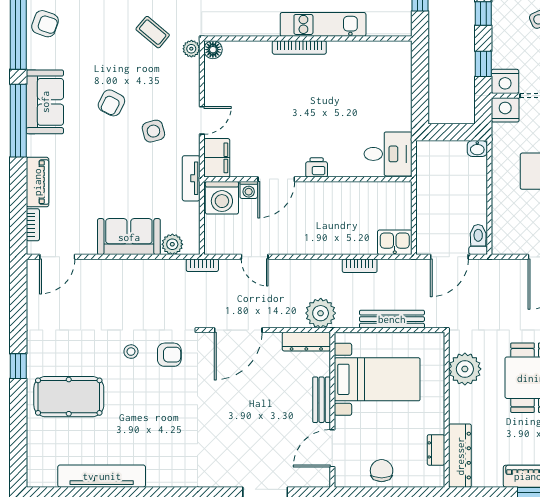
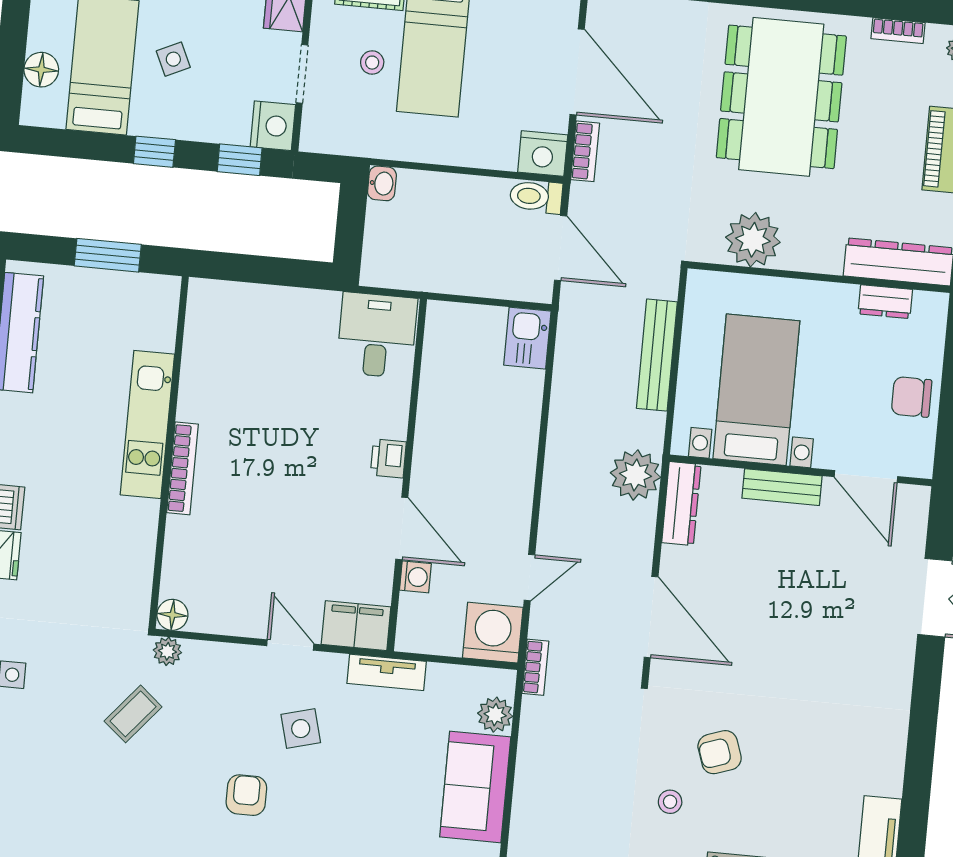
armchair: (111, 103) -> (246, 795), turned -117
nightstand: (505, 110) -> (543, 153), moved, turned -90
washing machine: (222, 198) -> (493, 633), moved, turned -90
bookcase: (360, 266) -> (585, 151), moved
armchair: (169, 355) -> (720, 752), moved, turned -109

